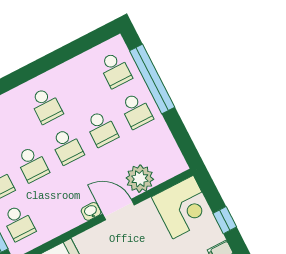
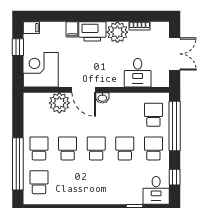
school desk: (46, 105) -> (96, 182), removed

